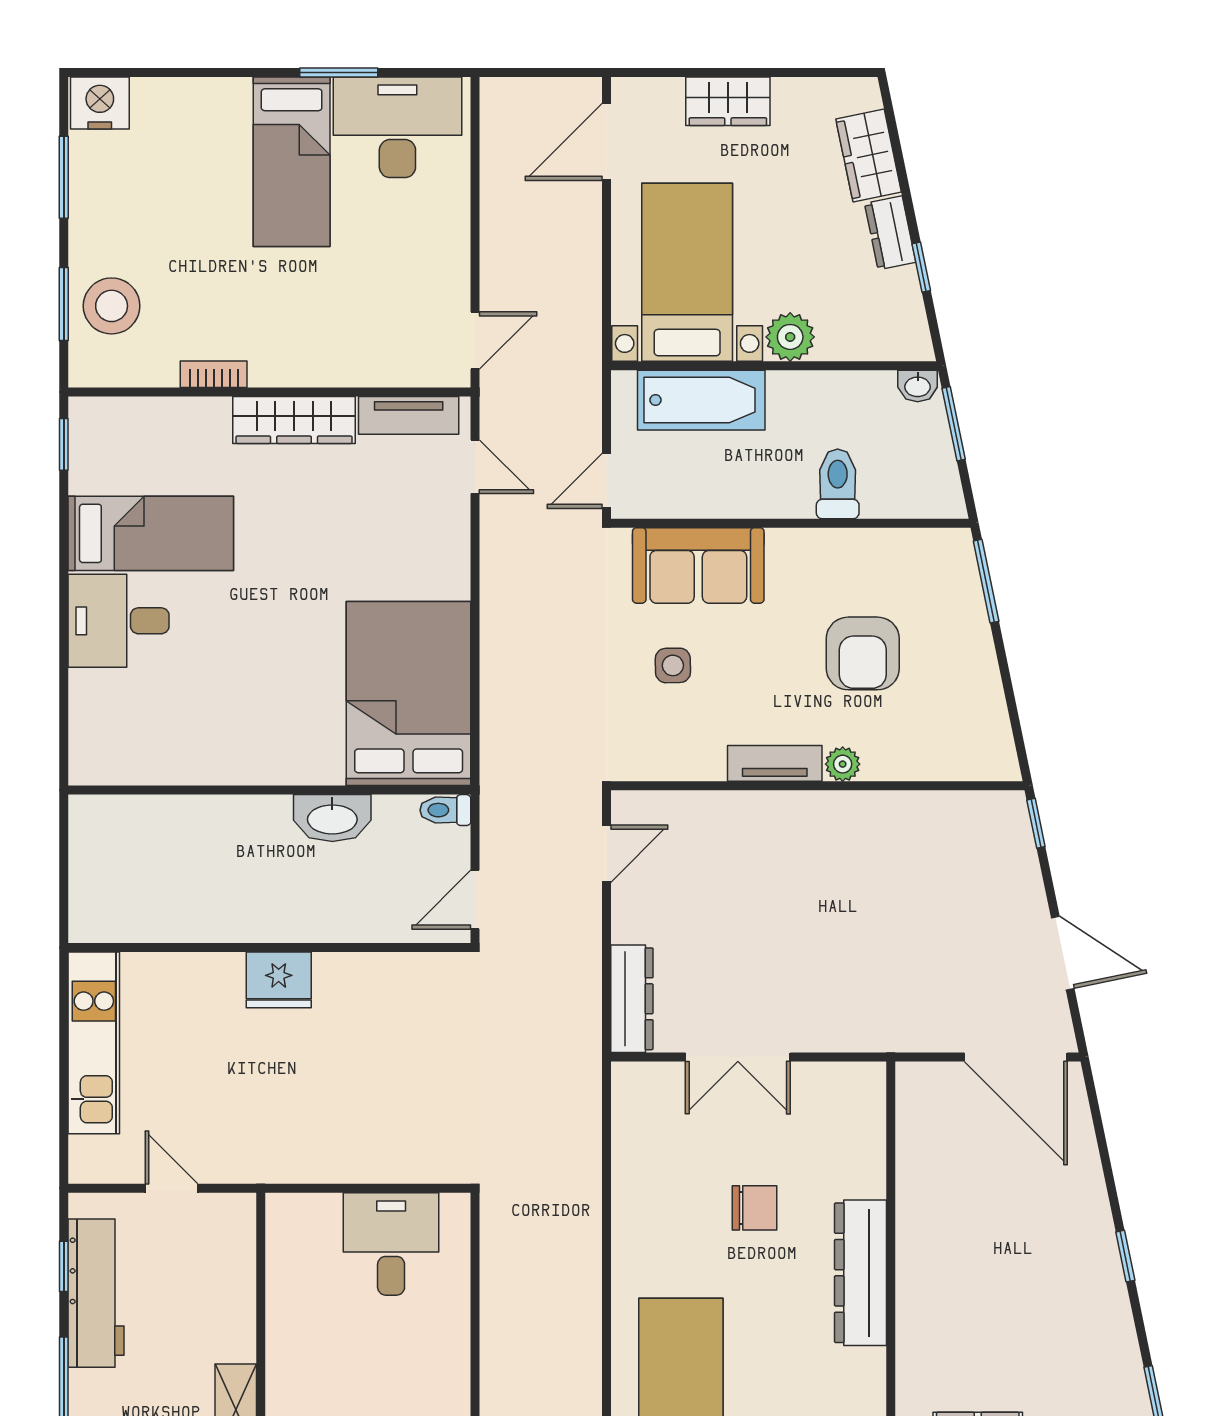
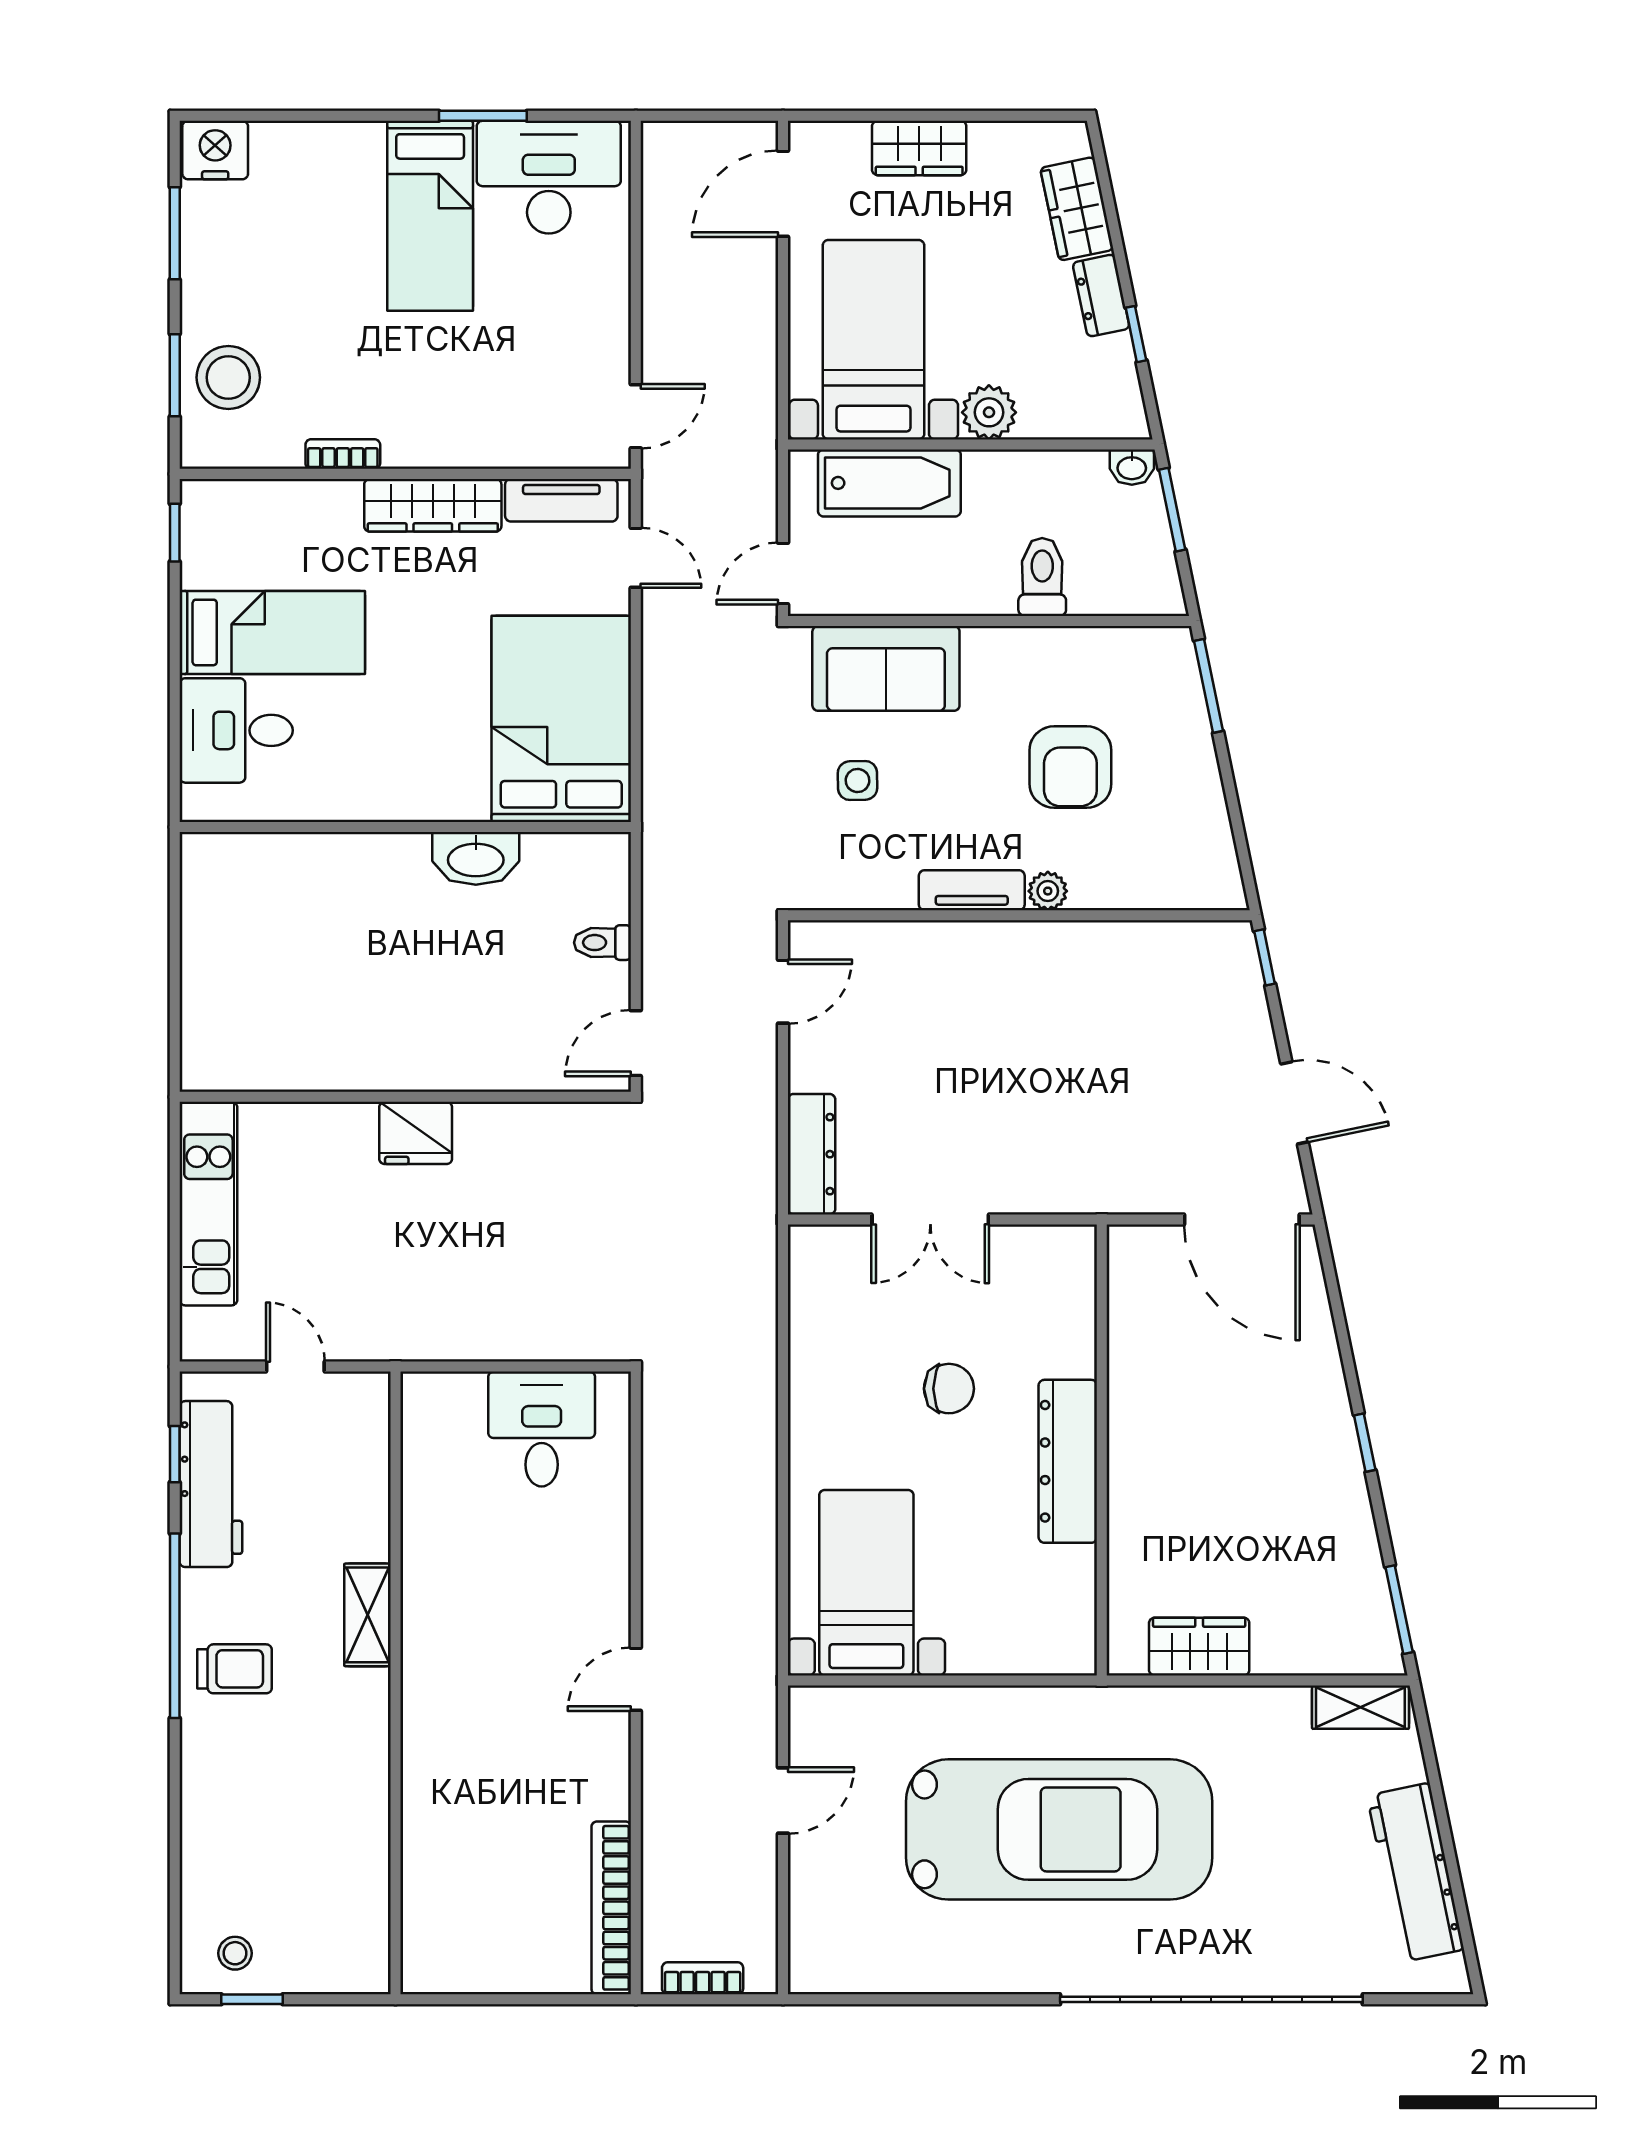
bed: (409, 694) -> (561, 719), moved
wall: (269, 790) -> (405, 827), moved
washbasin: (332, 818) -> (476, 858), moved

